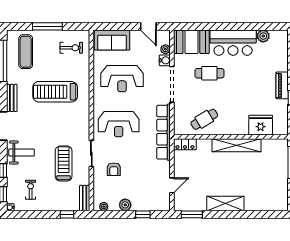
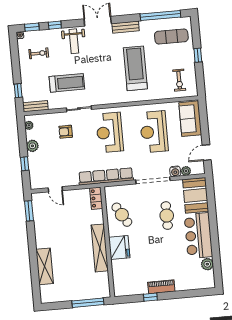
window: (47, 26) -> (198, 55), width x0.46
fridge: (261, 125) -> (119, 247), moved
shelving: (225, 204) -> (45, 266), moved

